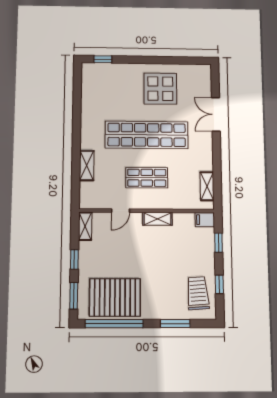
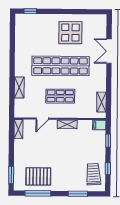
window: (74, 259) -> (11, 151), removed
pallet: (115, 297) -> (38, 176), width x0.73, depth x0.71
window: (114, 324) -> (38, 193), width x0.68

